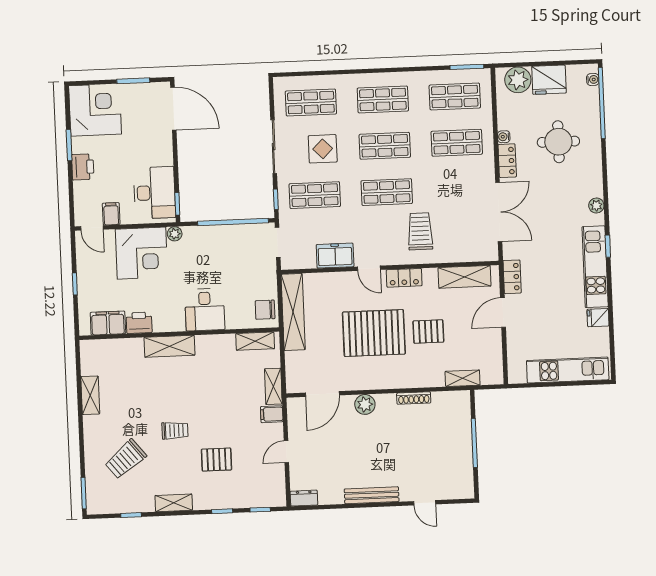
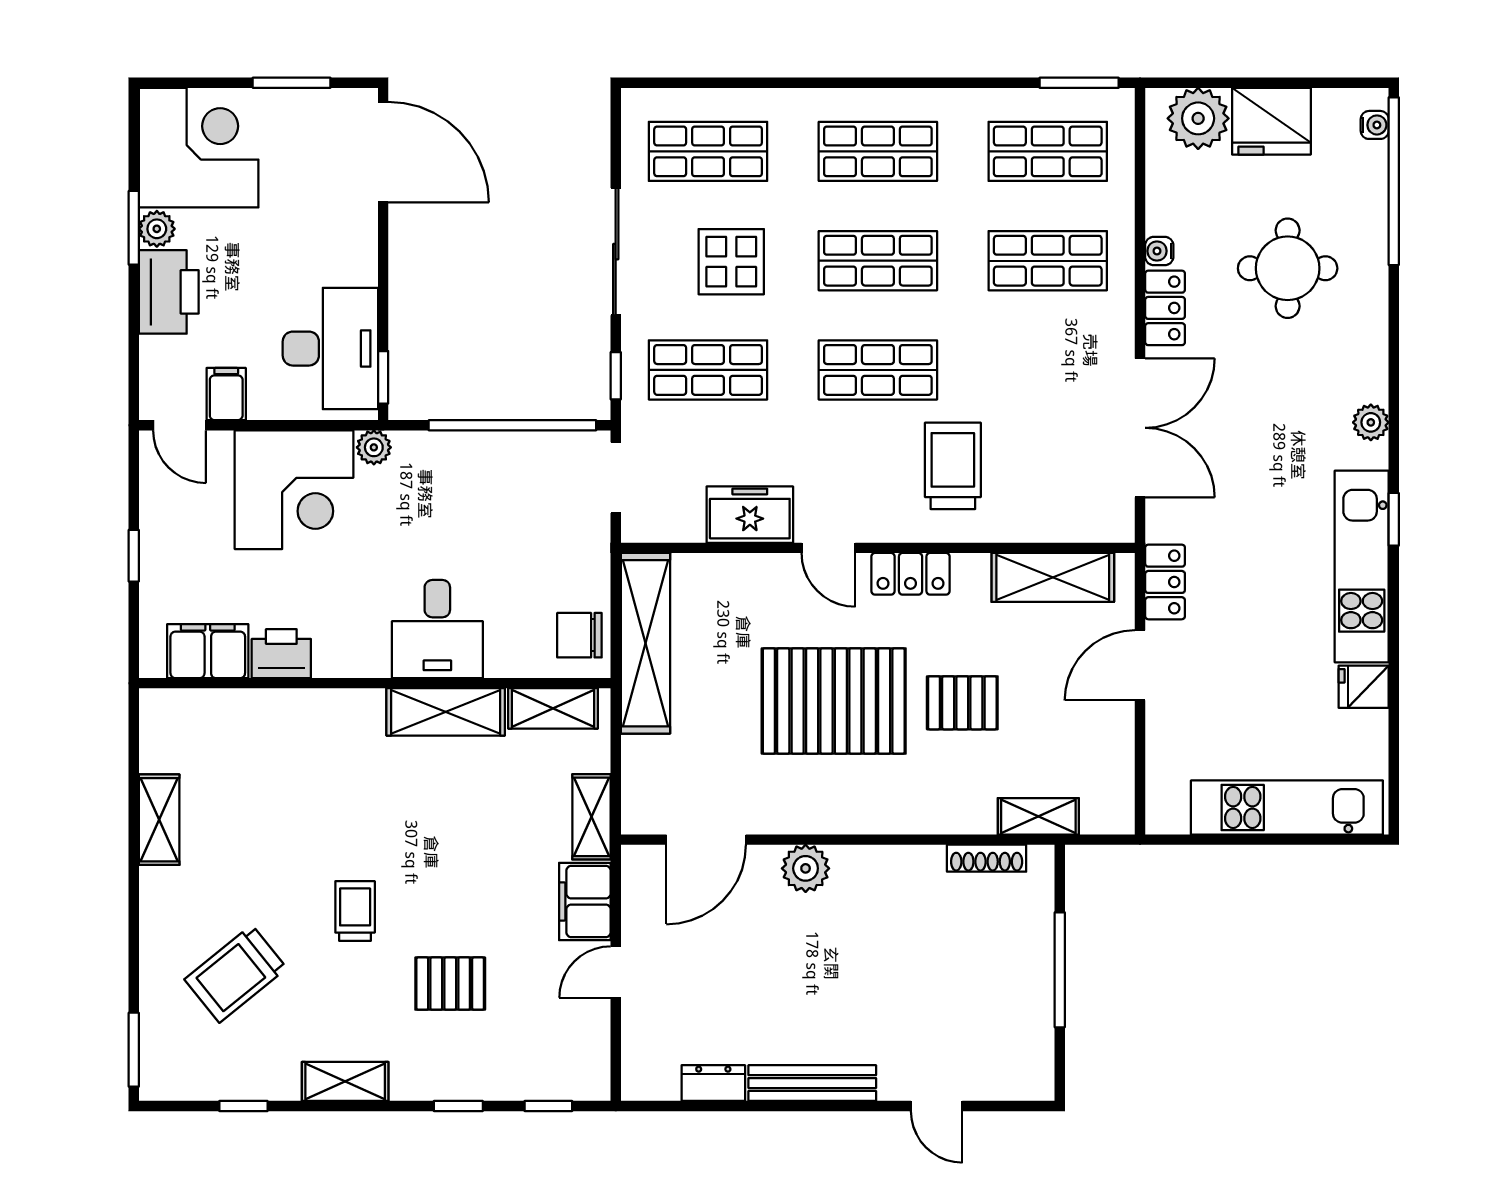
plant: (79, 145) -> (157, 229), added
printer: (83, 167) -> (169, 292), width x1.37, depth x1.19
shelving: (169, 346) -> (446, 712), moved
shoe rack: (414, 398) -> (987, 858), moved
filing cabinet: (272, 414) -> (585, 901), width x2.00
trolley: (175, 431) -> (355, 911), turned -90
dresser: (304, 498) -> (713, 1083), moved

